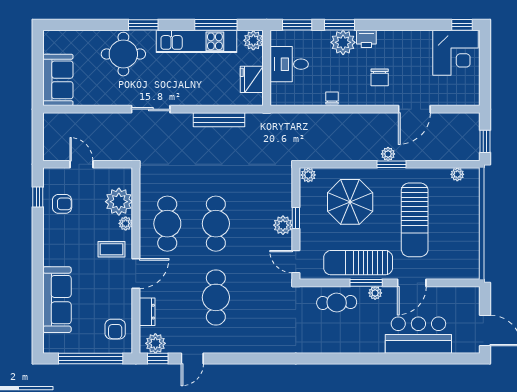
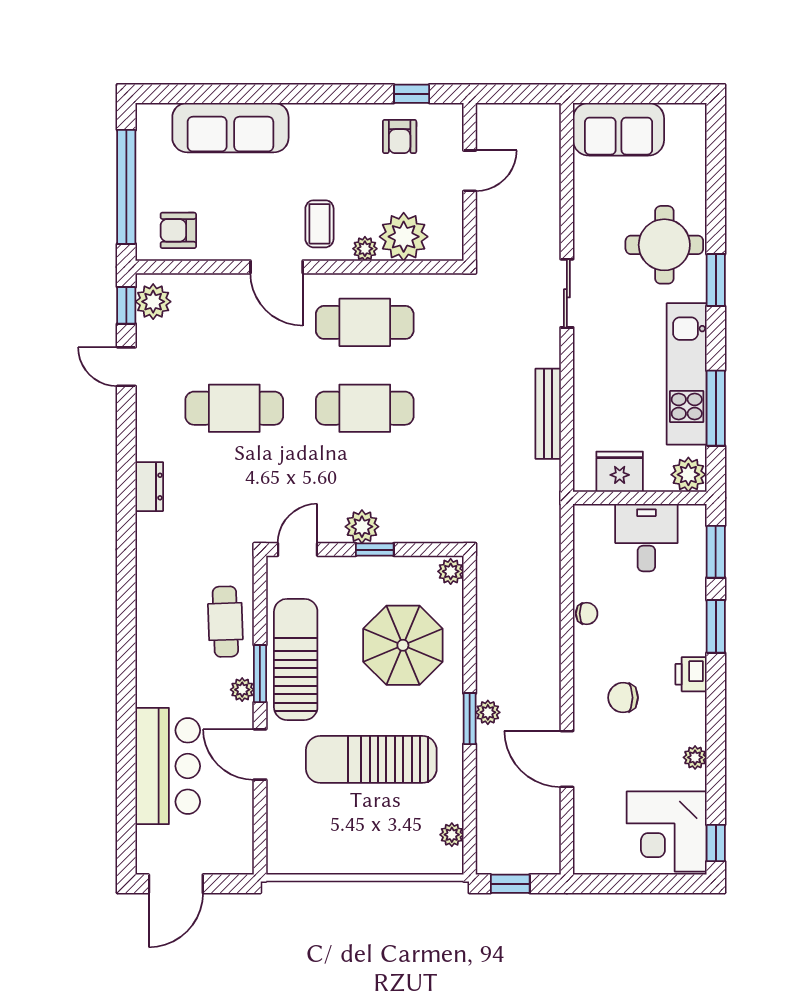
plant: (343, 42) -> (695, 757), moved, width x0.53, depth x0.53
dresser: (147, 312) -> (149, 487), moved, turned -90

